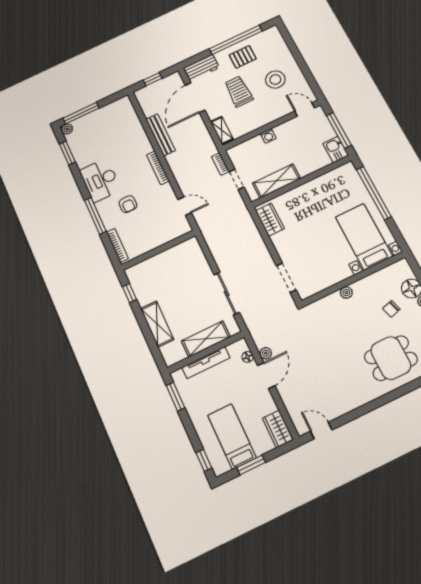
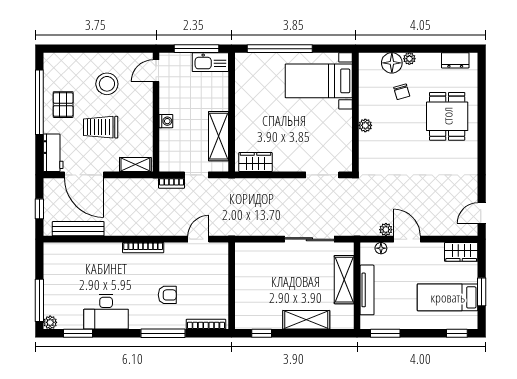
bench: (161, 135) -> (78, 229), moved
kitchen sink: (336, 149) -> (210, 62), width x1.38
desk: (100, 180) -> (106, 312), moved

